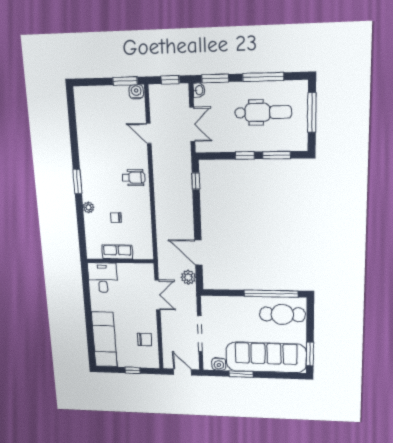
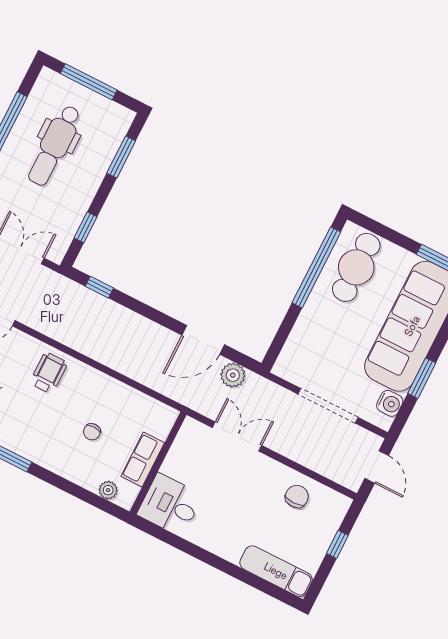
dental chair: (263, 112) -> (54, 145), turned 180
window: (245, 156) -> (85, 227), moved
plant: (88, 207) -> (108, 490), moved
exam couch: (104, 339) -> (276, 571), width x0.73, depth x0.69
door: (182, 372) -> (377, 467), swing flipped

